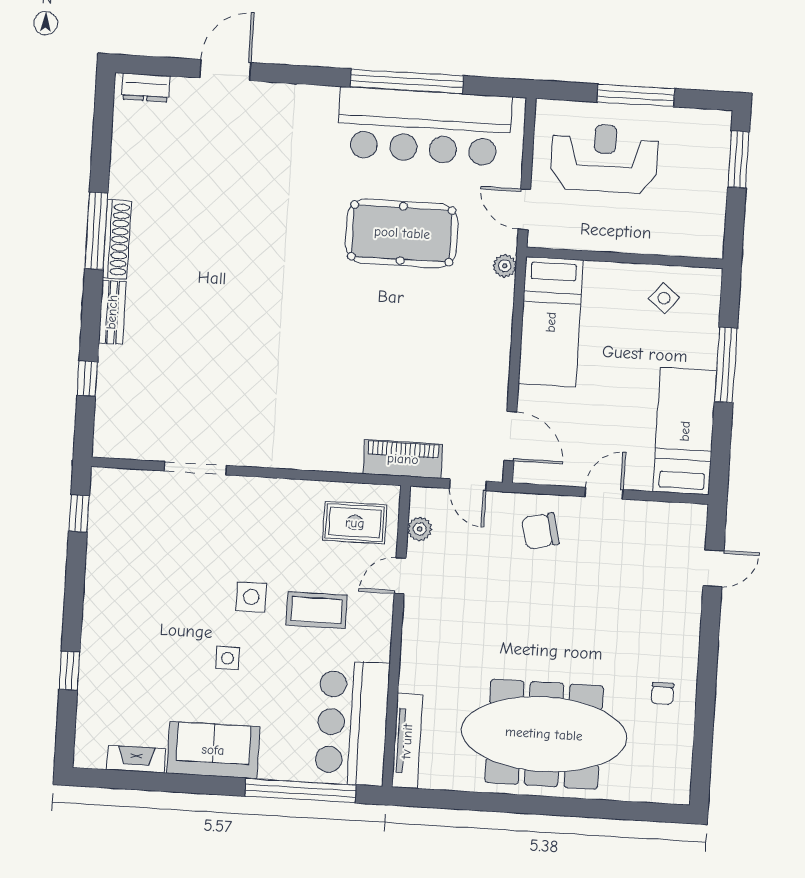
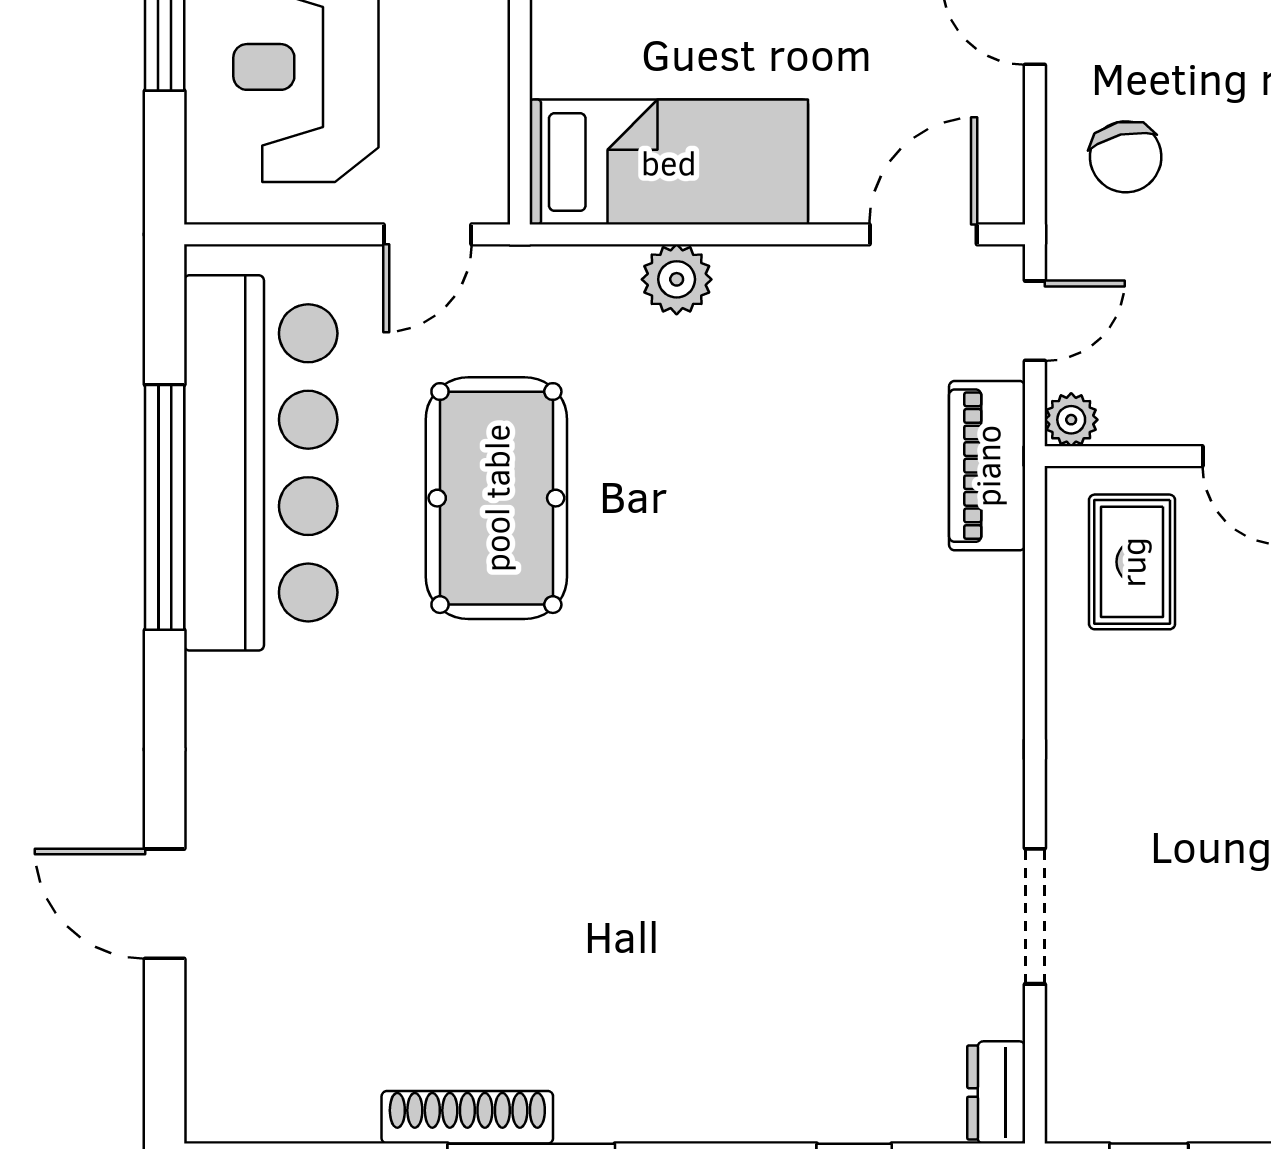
dresser: (146, 88) -> (996, 1092), moved, turned 180
shoe rack: (117, 239) -> (467, 1117), moved
plant: (505, 266) -> (677, 279), moved, width x1.38, depth x1.38
bench: (112, 312) -> (707, 1117), removed
plant: (420, 529) -> (1071, 420), moved

